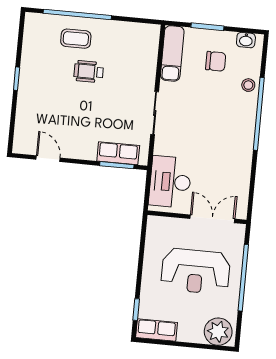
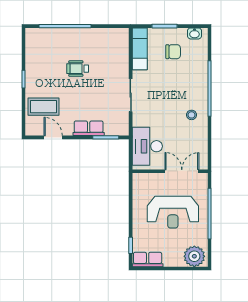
coffee table: (76, 39) -> (43, 107), moved, width x1.36, depth x1.30
stool: (248, 85) -> (192, 115), moved
row of seats: (118, 153) -> (89, 128), moved

